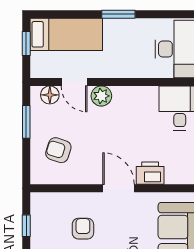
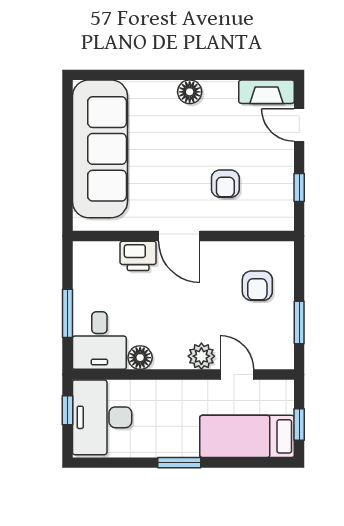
floor lamp: (50, 95) -> (140, 358), moved
armchair: (58, 150) -> (257, 286), turned 72

